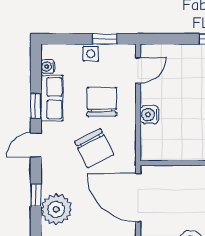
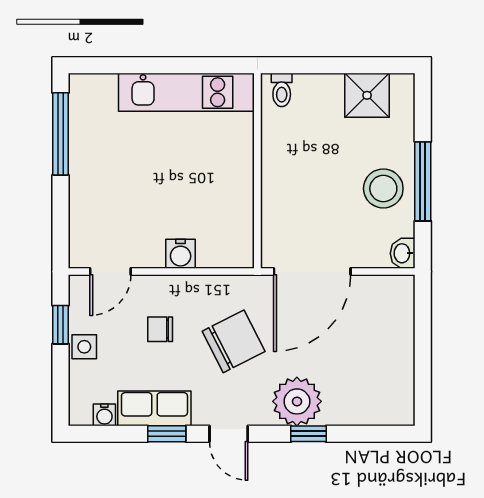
door: (138, 70) -> (110, 272), swing flipped
chair: (102, 102) -> (160, 329), width x0.54, depth x0.54
plant: (56, 209) -> (297, 401), moved

